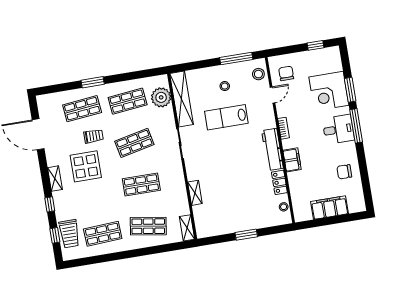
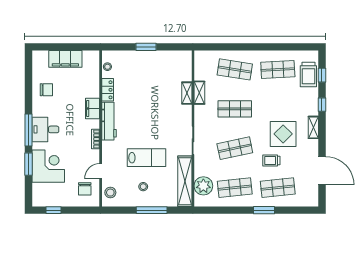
window: (236, 59) -> (152, 210), moved
shelving: (187, 228) -> (199, 93), moved
trolley: (69, 234) -> (308, 75), turned 180

